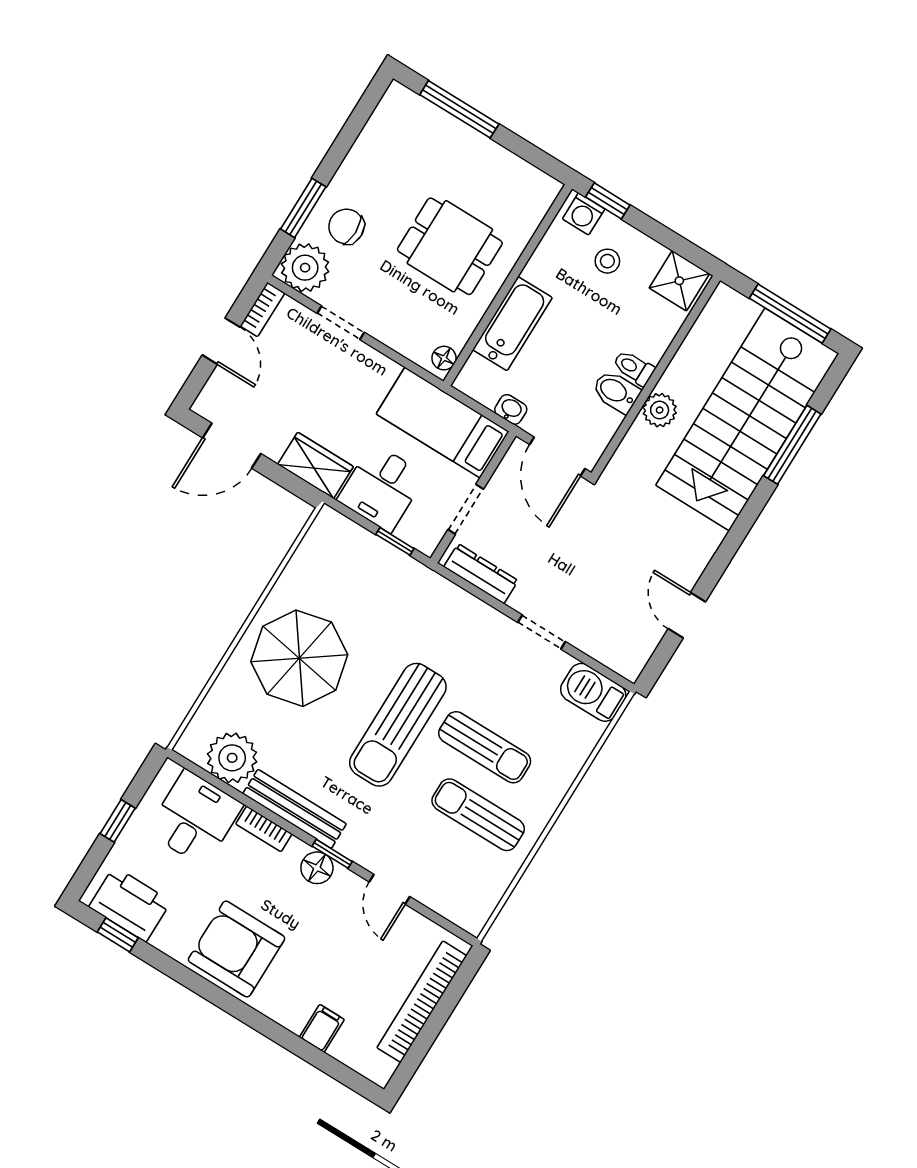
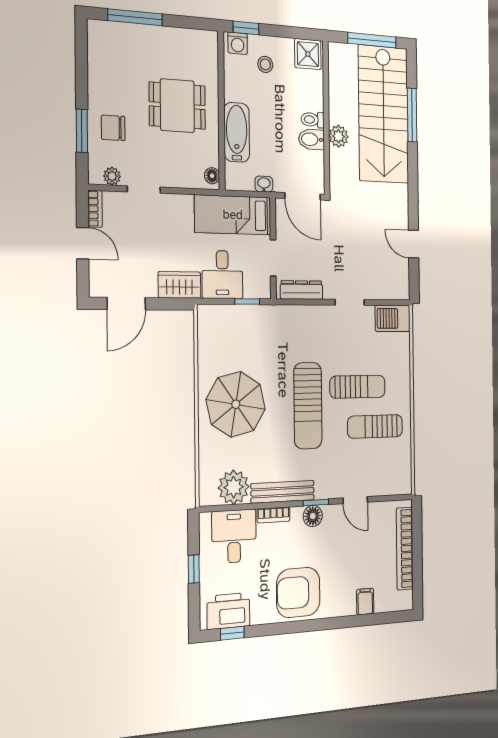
plant: (305, 268) -> (112, 176), width x0.53, depth x0.53

